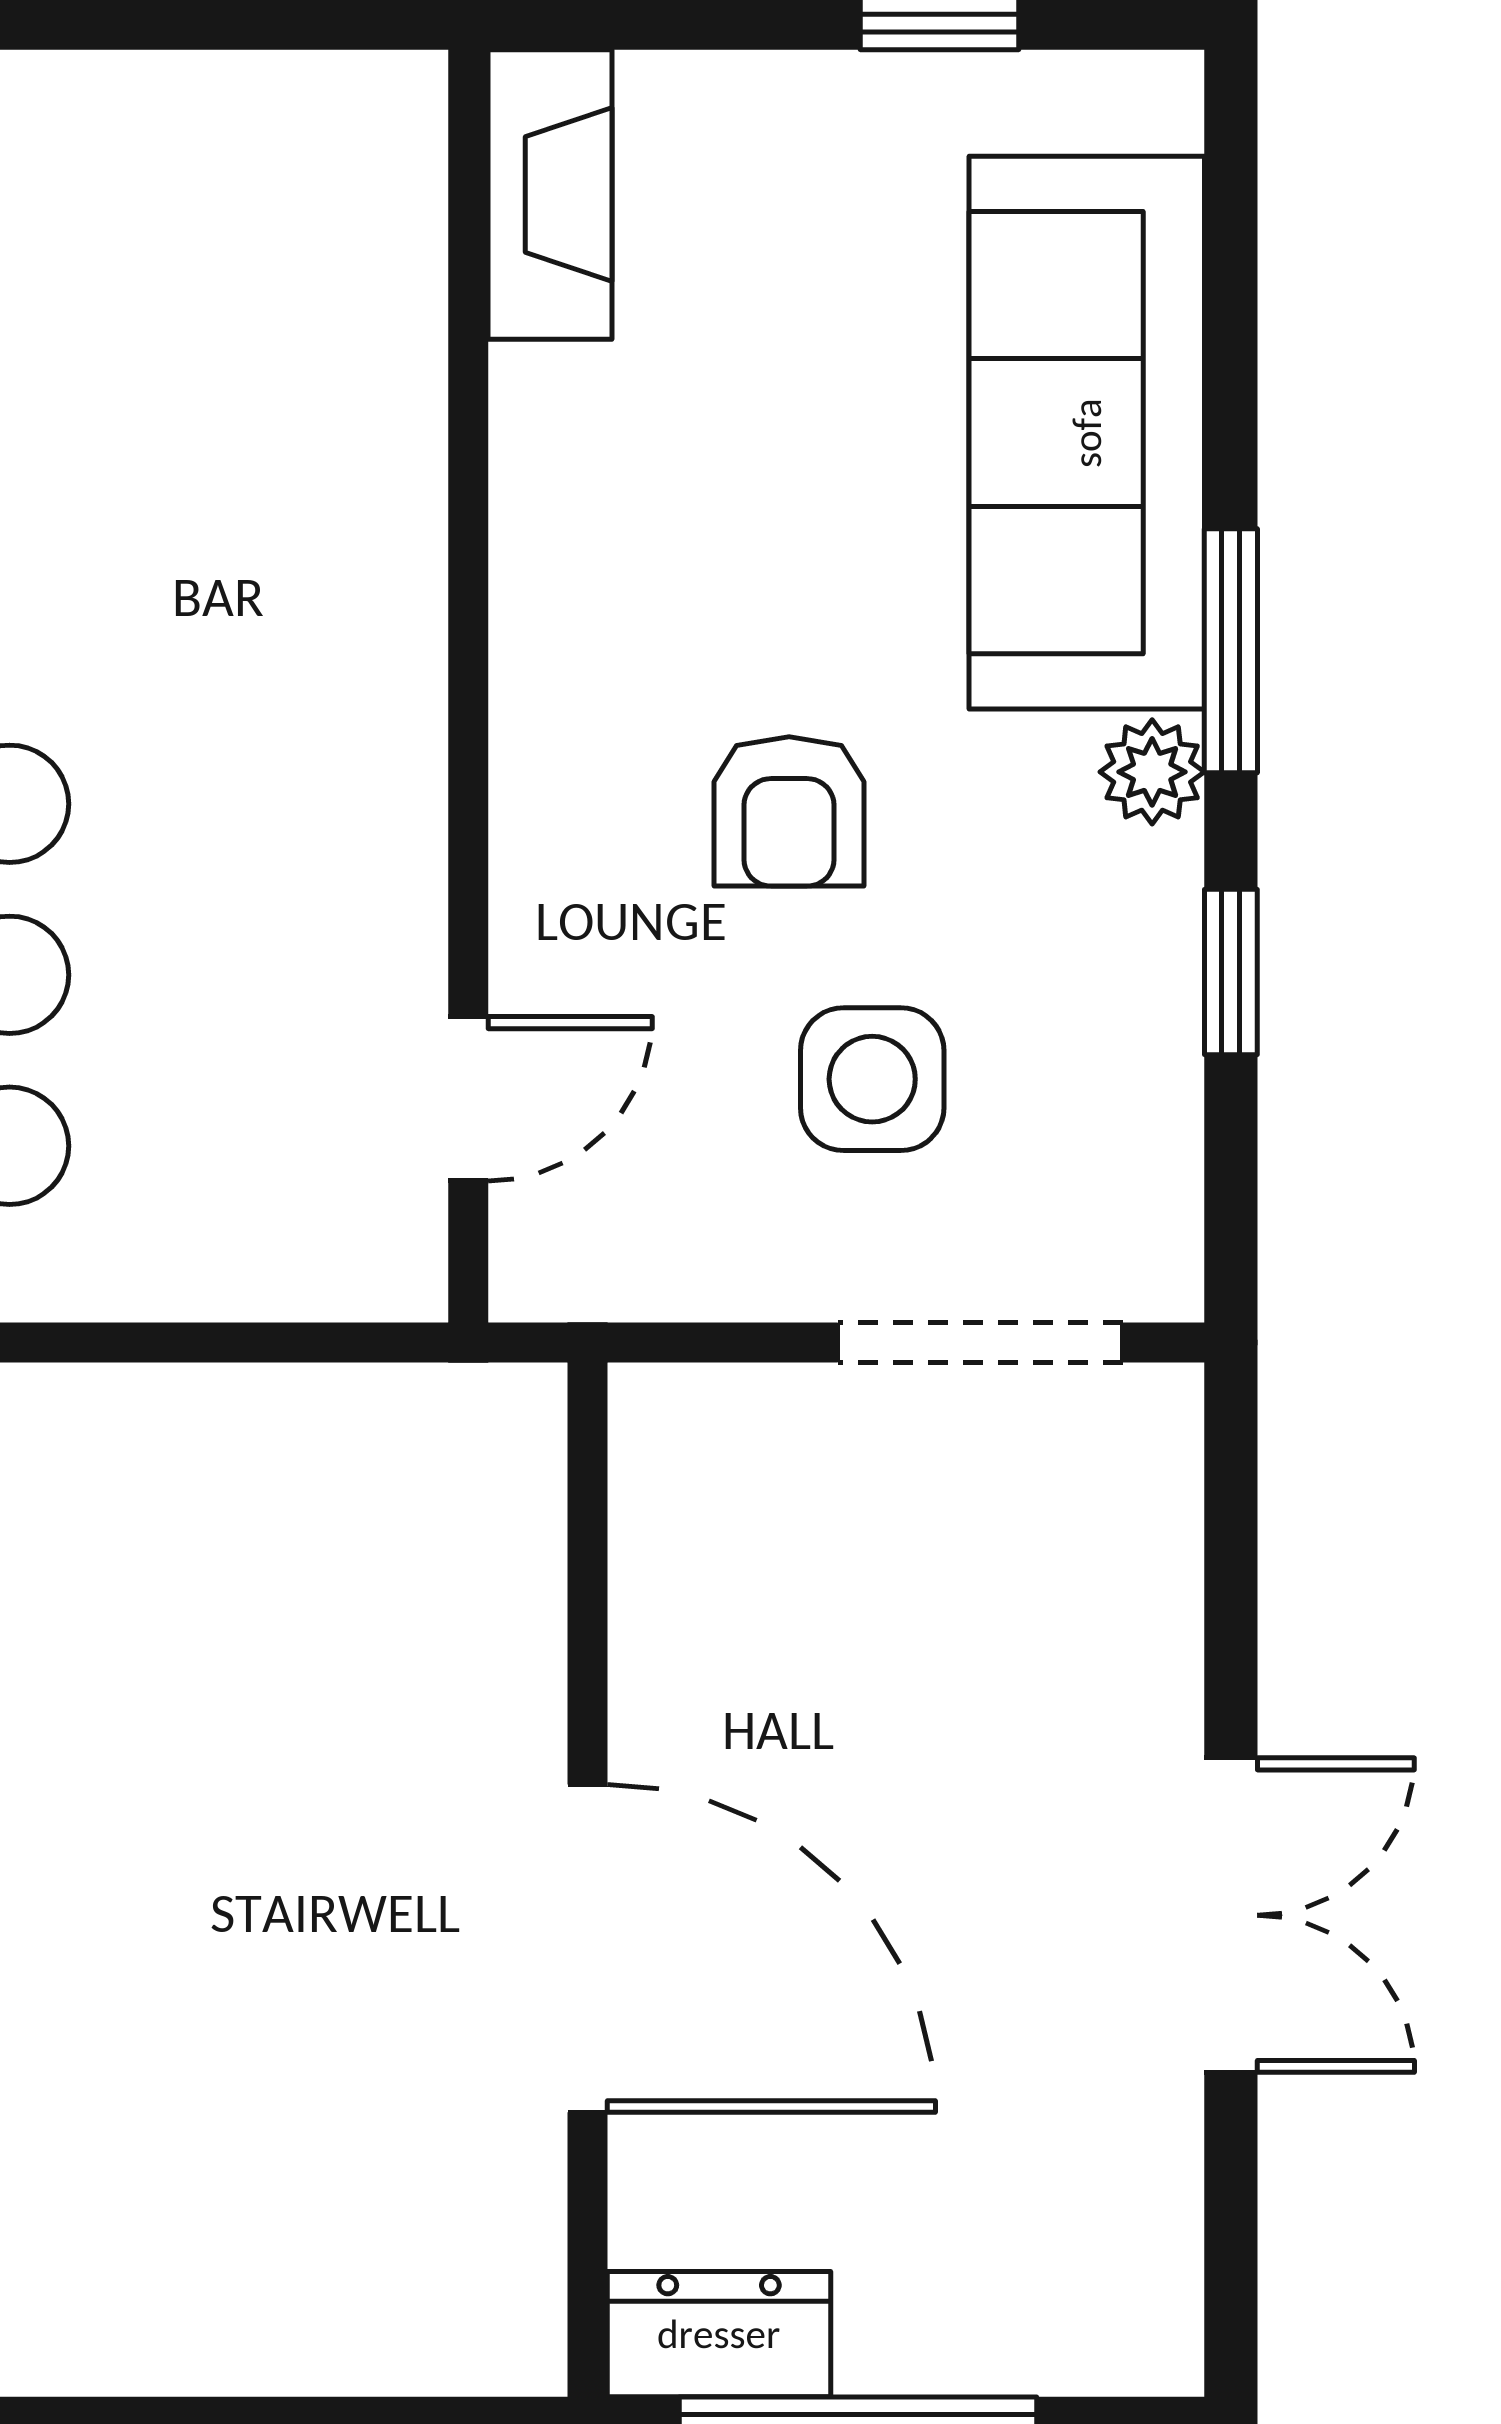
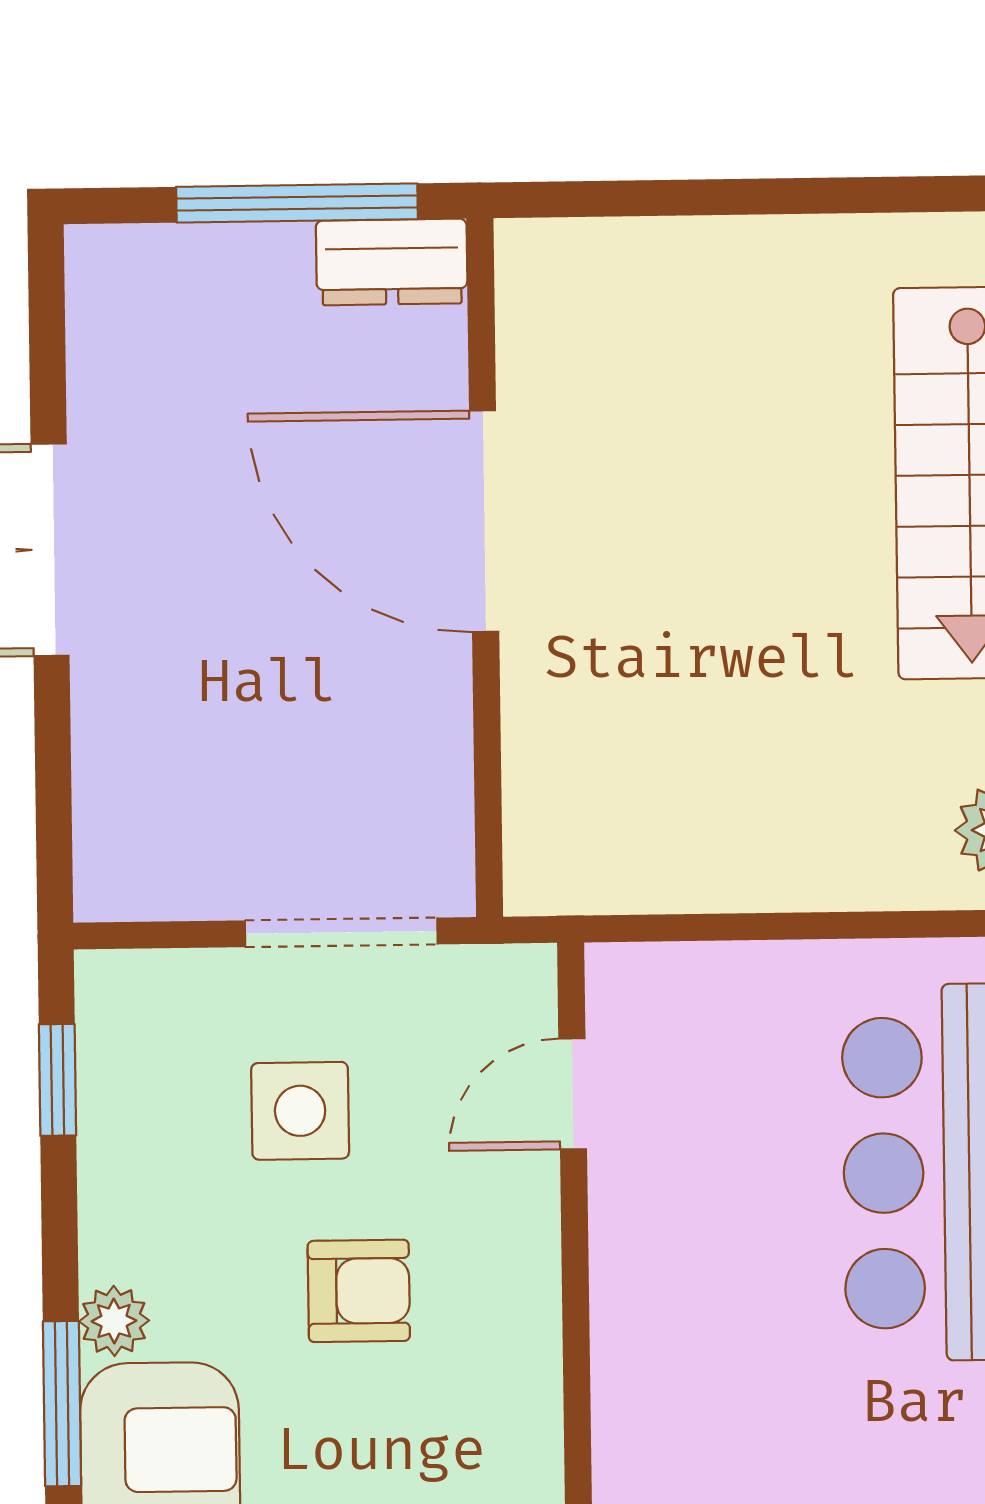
armchair: (789, 811) -> (359, 1291), turned 90
window: (1231, 972) -> (57, 1080), moved
doorway: (980, 1343) -> (341, 932), moved

